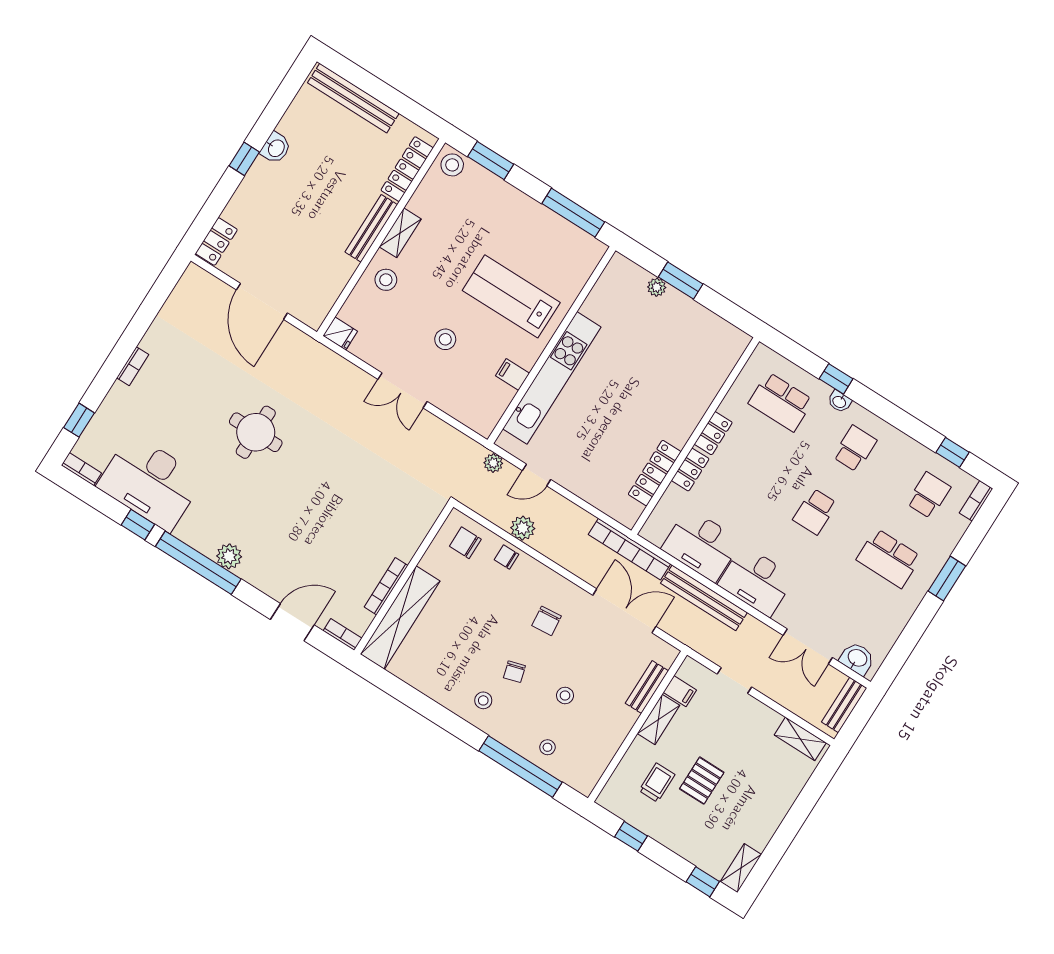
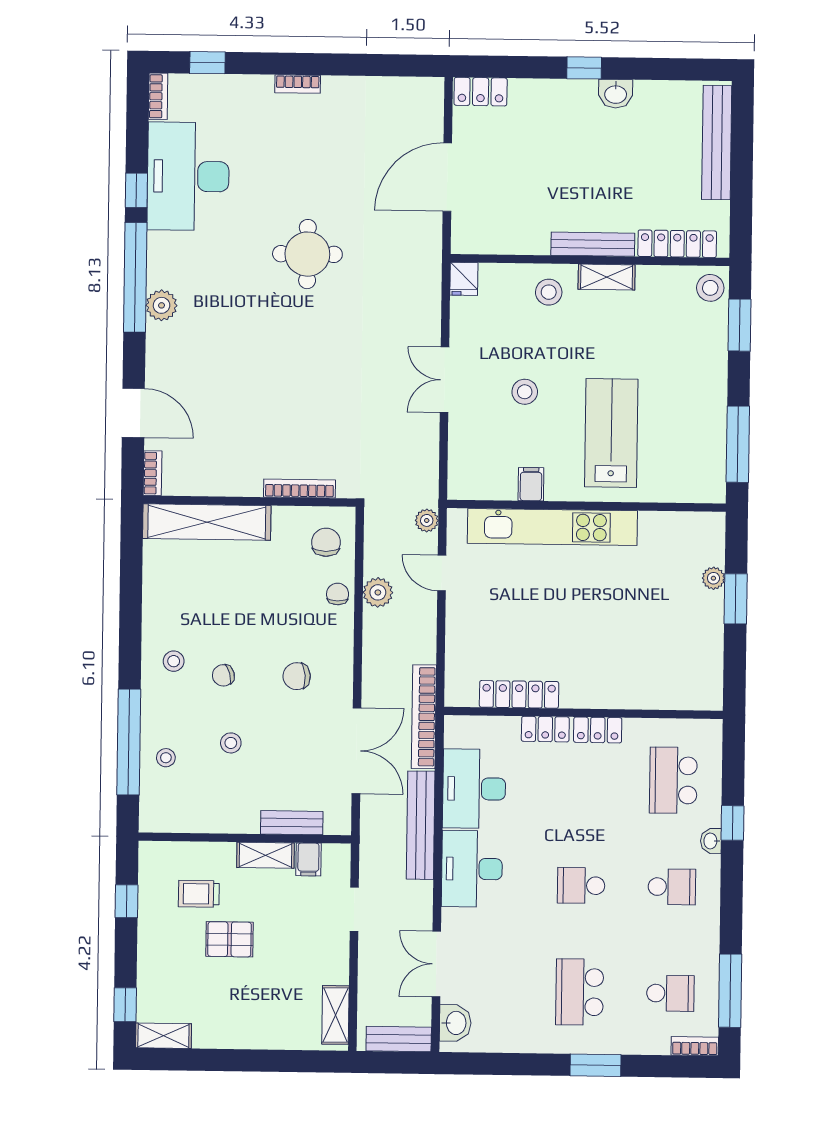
window: (952, 452) -> (730, 991), width x2.17
bookcase: (386, 586) -> (299, 488), moved
trolley: (657, 783) -> (199, 894), turned 180

